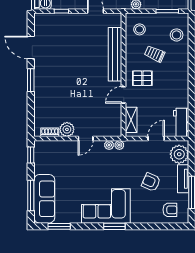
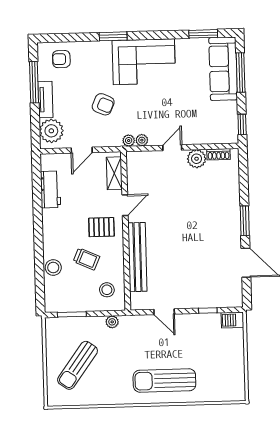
stool: (177, 35) -> (53, 267), moved
workbench: (181, 122) -> (51, 189), moved
armchair: (151, 182) -> (103, 104), moved
window: (114, 226) -> (113, 36), moved

